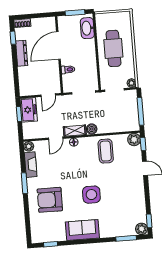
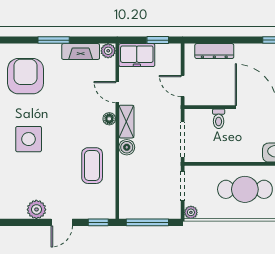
dresser: (22, 53) -> (214, 51), moved
freezer: (29, 110) -> (137, 55), moved
plant: (134, 140) -> (36, 209), moved
coffee table: (106, 151) -> (92, 166), turned 90

